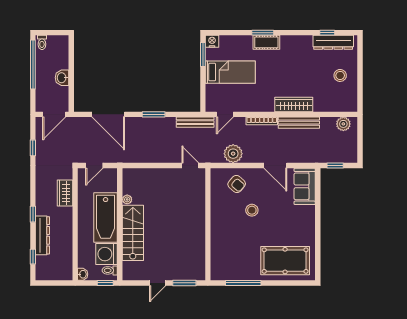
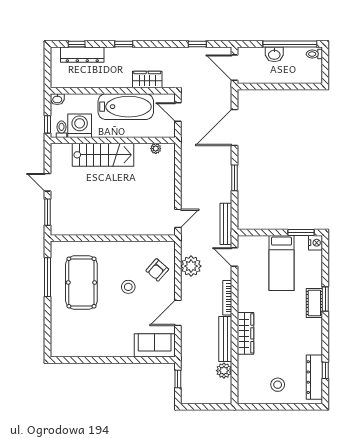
washbasin: (62, 78) -> (274, 54), moved, turned 180
plant: (343, 124) -> (224, 371), moved
plant: (127, 199) -> (156, 149), moved
bathtub: (106, 217) -> (126, 107), moved, turned 180
dresser: (42, 235) -> (82, 55), moved
pool table: (285, 261) -> (81, 283), moved

